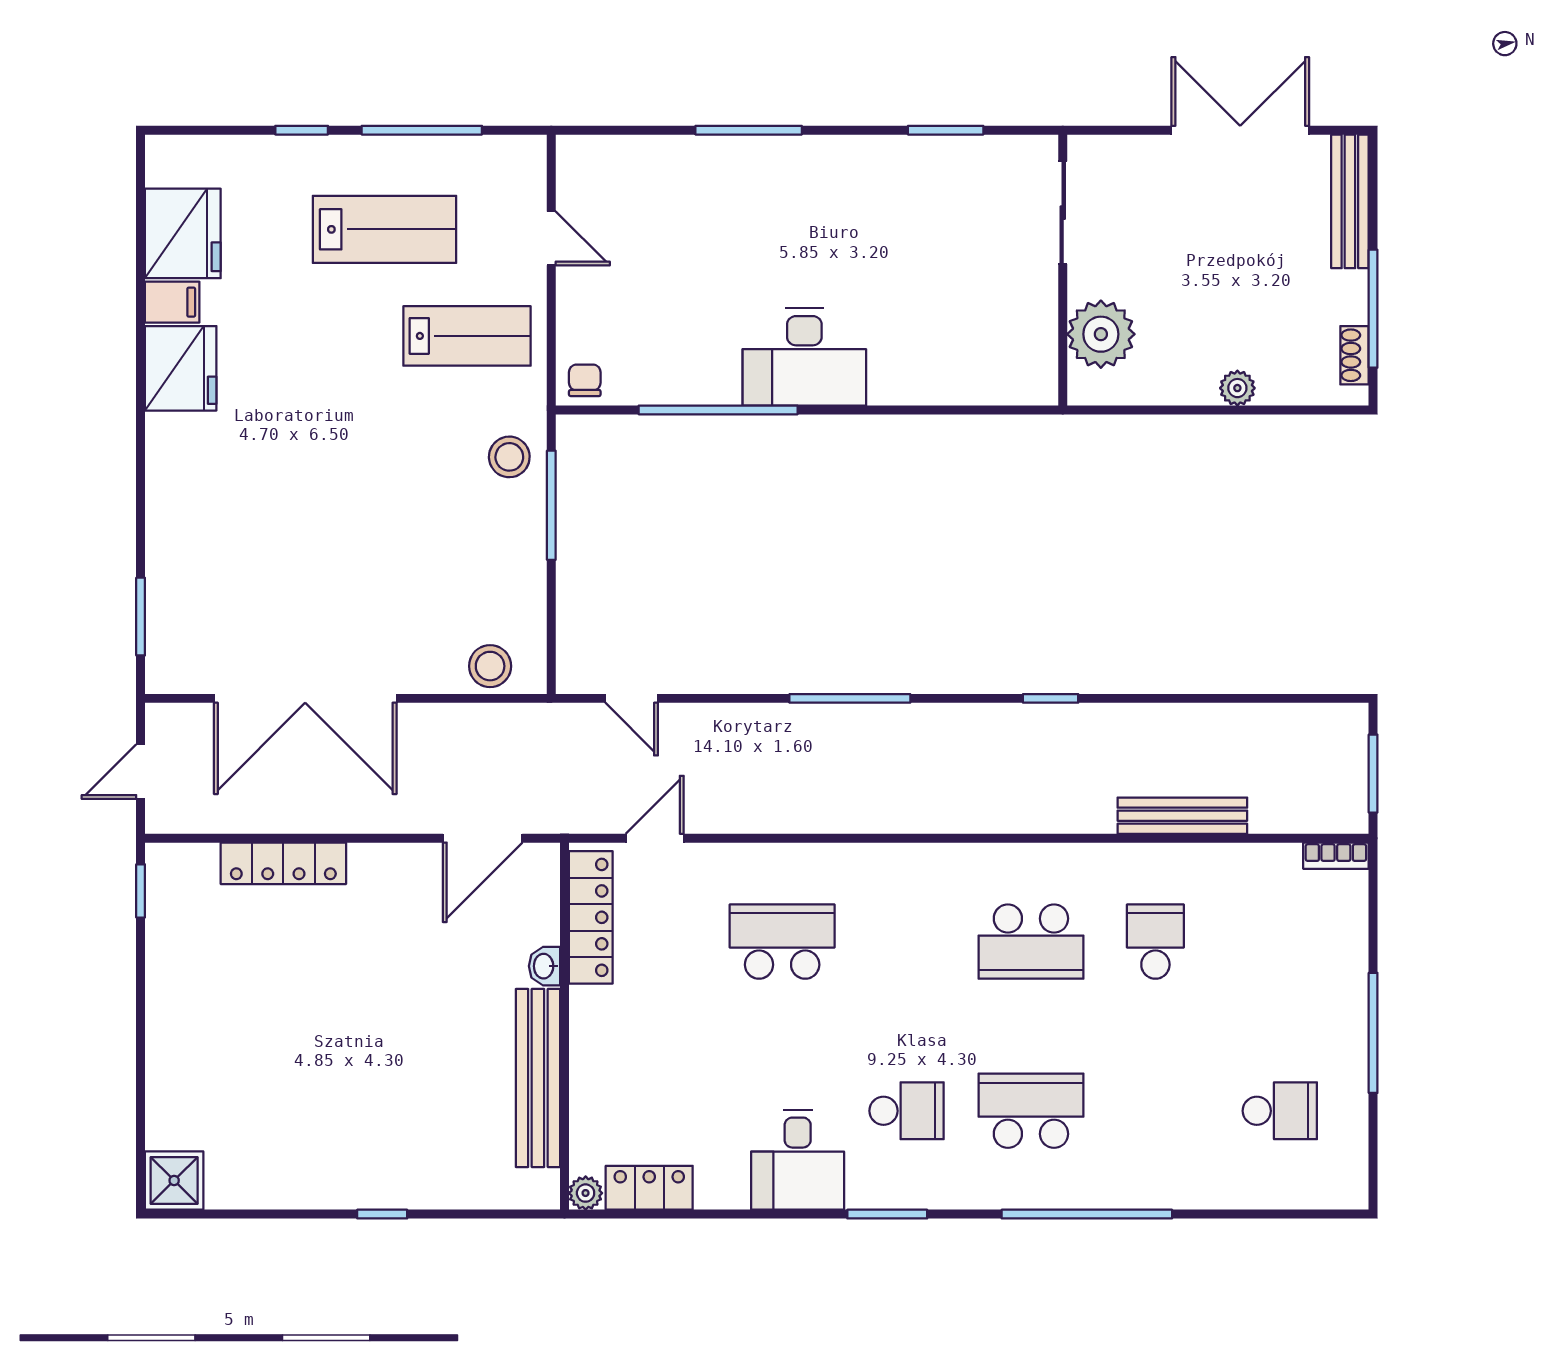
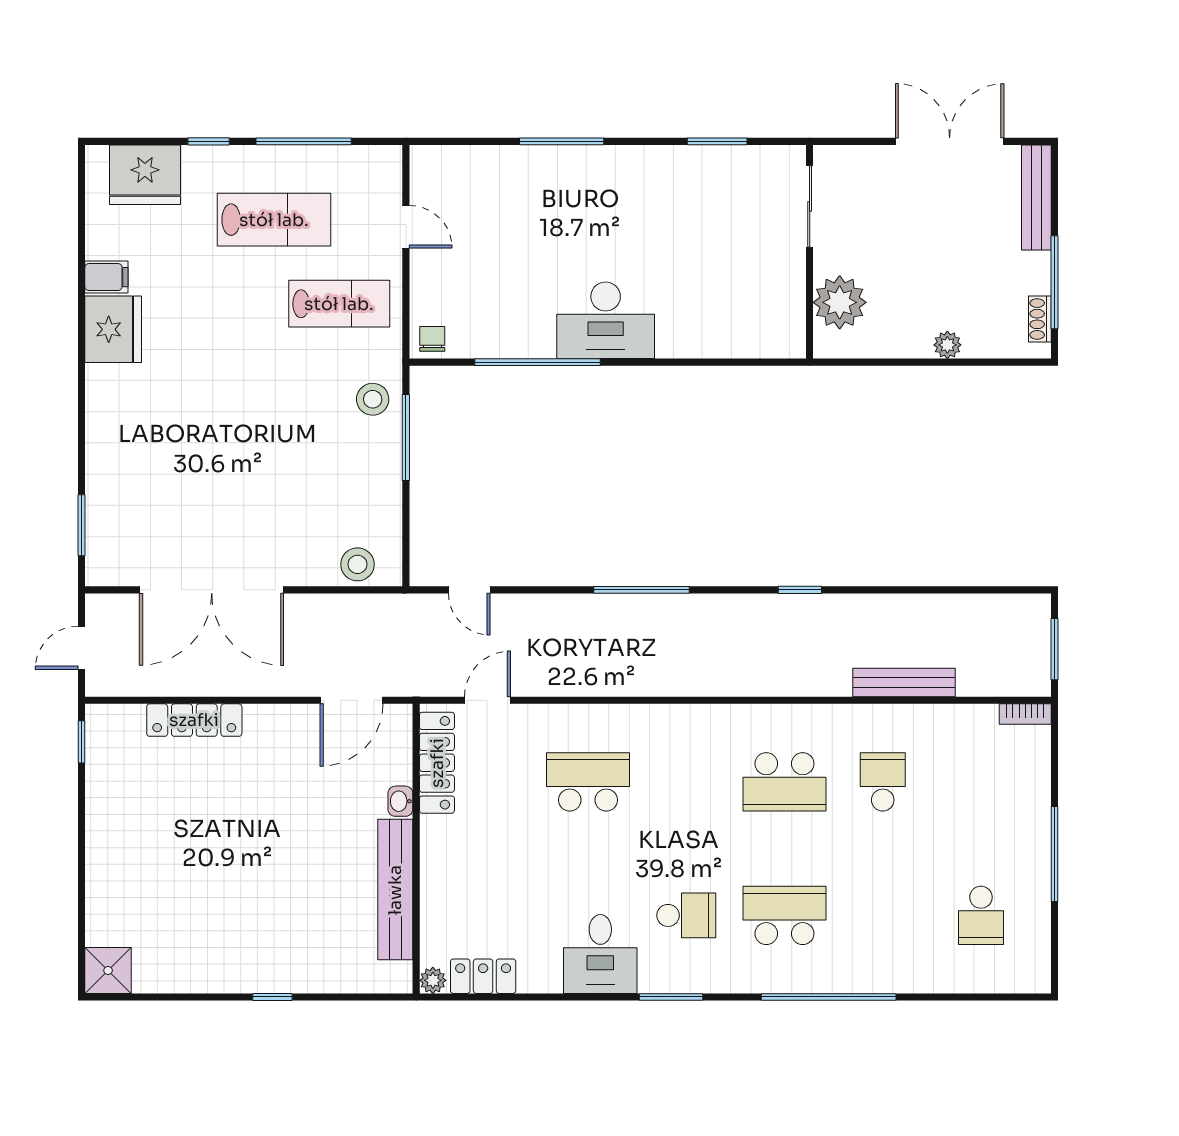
fridge: (183, 233) -> (145, 175), moved, turned 90
school desk: (1280, 1111) -> (981, 915), turned 90

